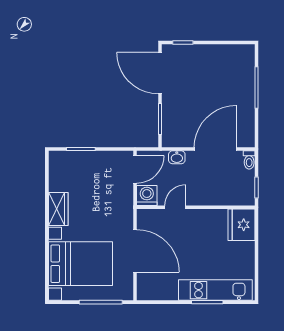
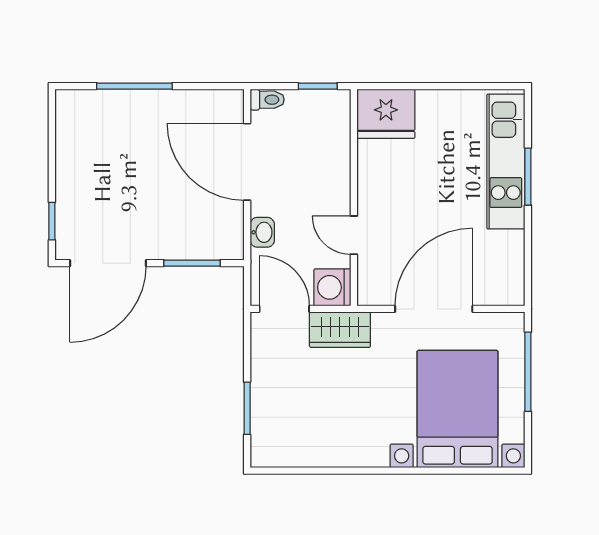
wardrobe: (58, 209) -> (340, 330), moved, turned 180

